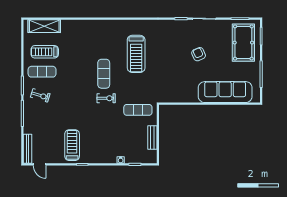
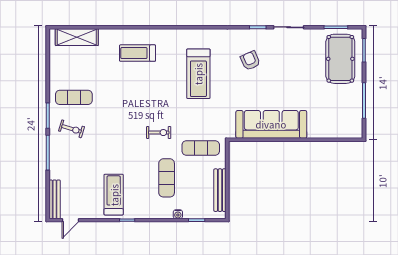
treadmill: (45, 52) -> (137, 53), moved
armchair: (199, 54) -> (250, 61), moved
exercise mat: (104, 74) -> (167, 178), moved
sofa: (225, 92) -> (271, 124), moved
bench: (152, 137) -> (220, 190), width x1.36
door: (39, 164) -> (70, 220), hinge flipped

